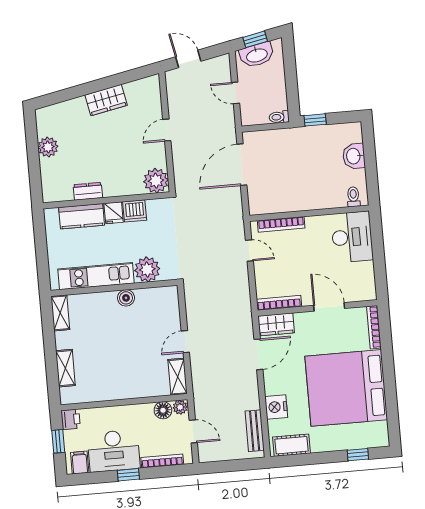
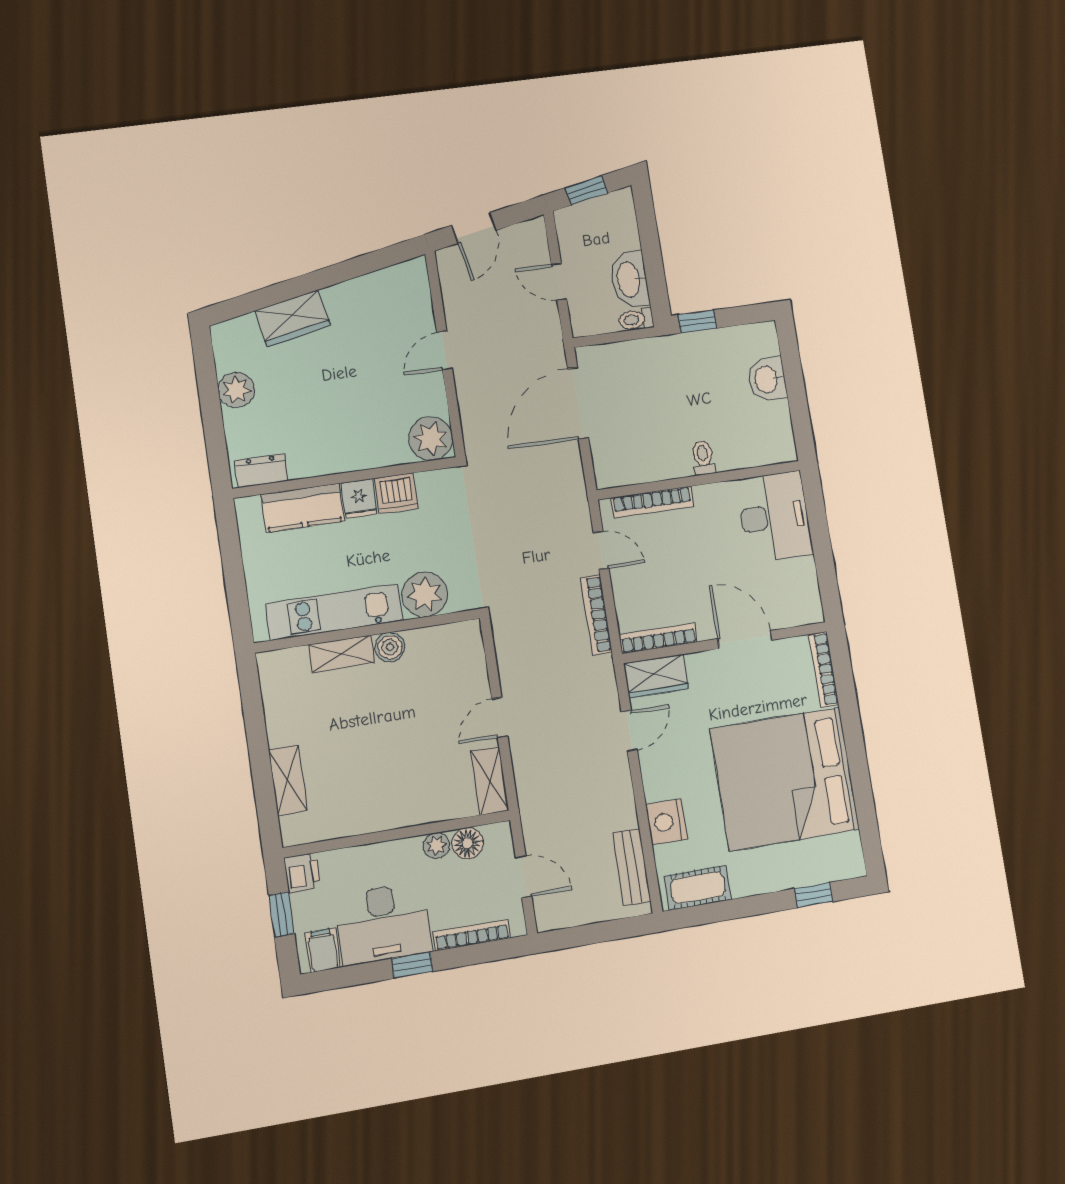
washbasin: (257, 55) -> (630, 279), moved, turned 101
door: (188, 59) -> (474, 228), swing flipped
wardrobe: (106, 100) -> (293, 318), moved
dresser: (88, 191) -> (262, 471), moved
toilet: (353, 197) -> (703, 458), moved
bookcase: (244, 287) -> (596, 615), added
shelving: (60, 313) -> (341, 654), moved, turned 90
door: (258, 354) -> (629, 731), width x0.73
plant: (180, 407) -> (436, 846), moved

